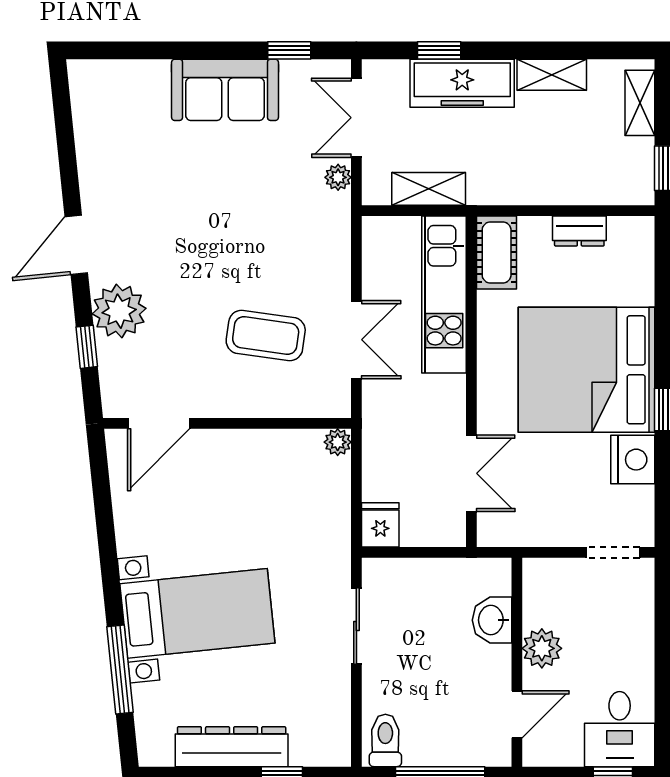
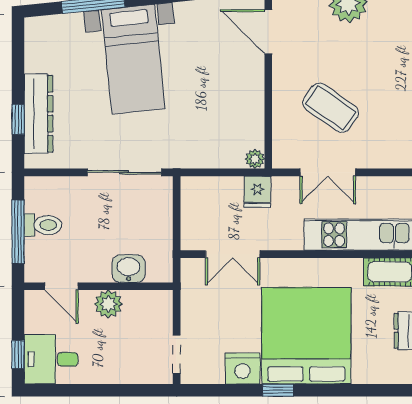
coffee table: (266, 335) -> (331, 108), turned -63
fridge: (380, 525) -> (257, 192), moved, turned 90
sliding door: (356, 626) -> (124, 172), width x1.37
toilet: (385, 740) -> (43, 225), moved
dresser: (232, 747) -> (38, 114), moved

